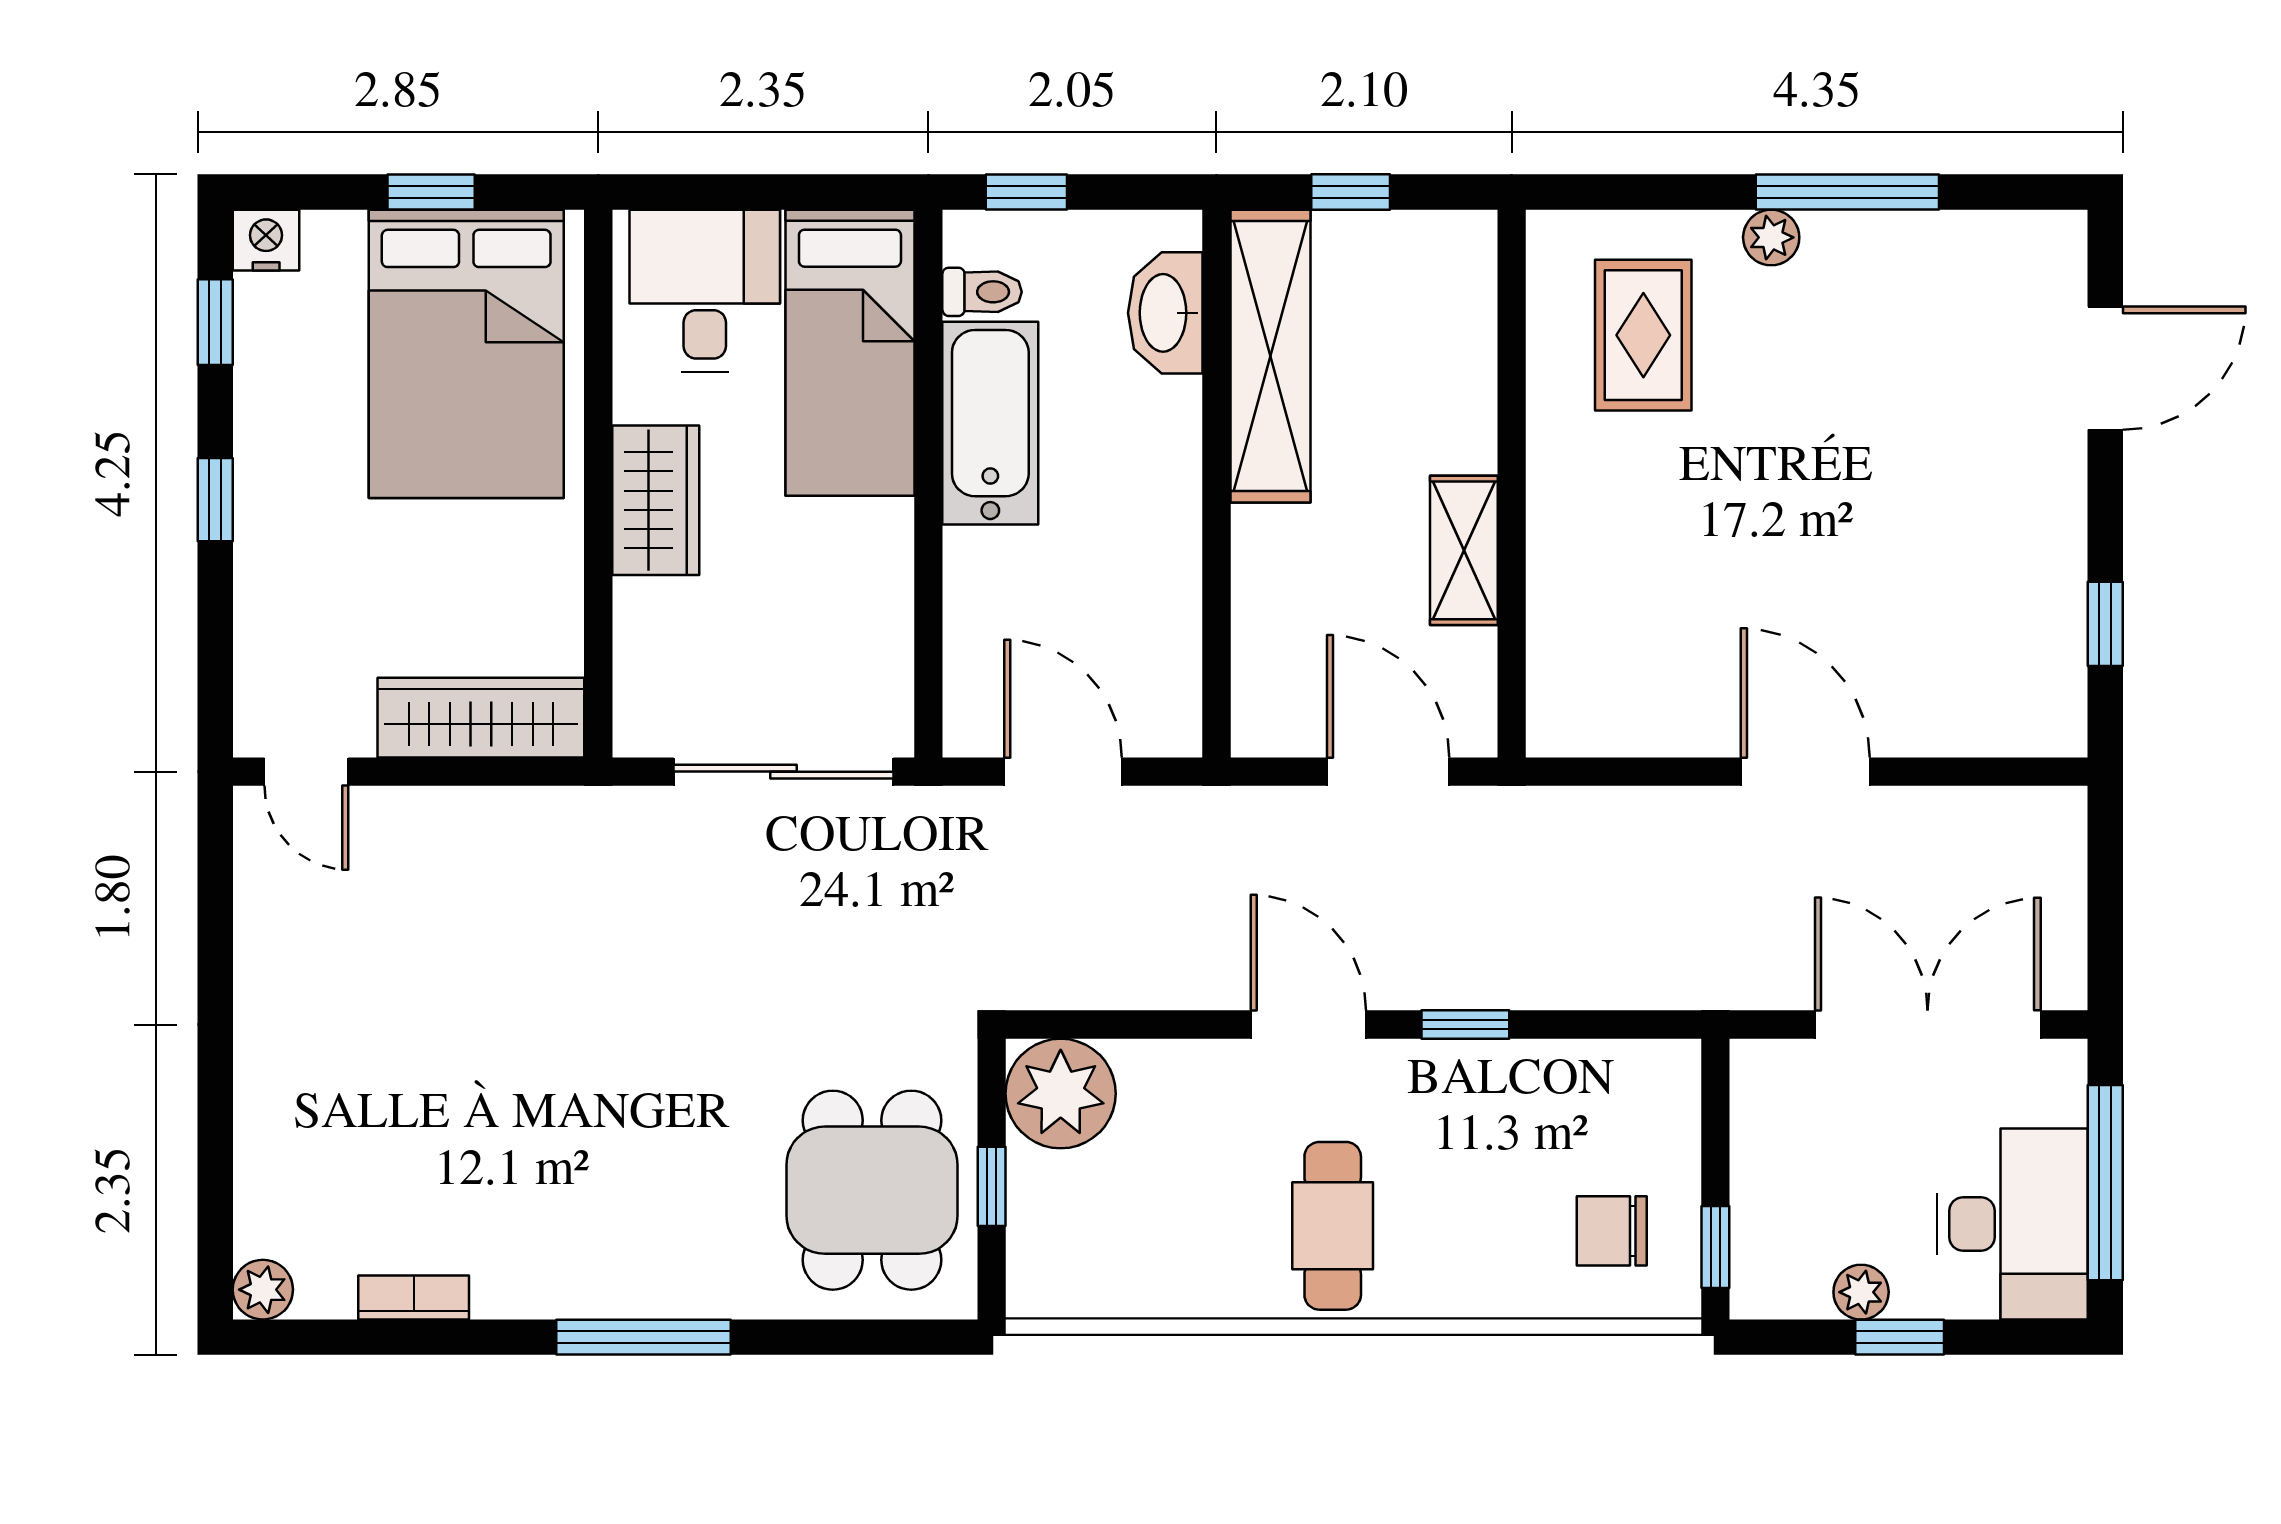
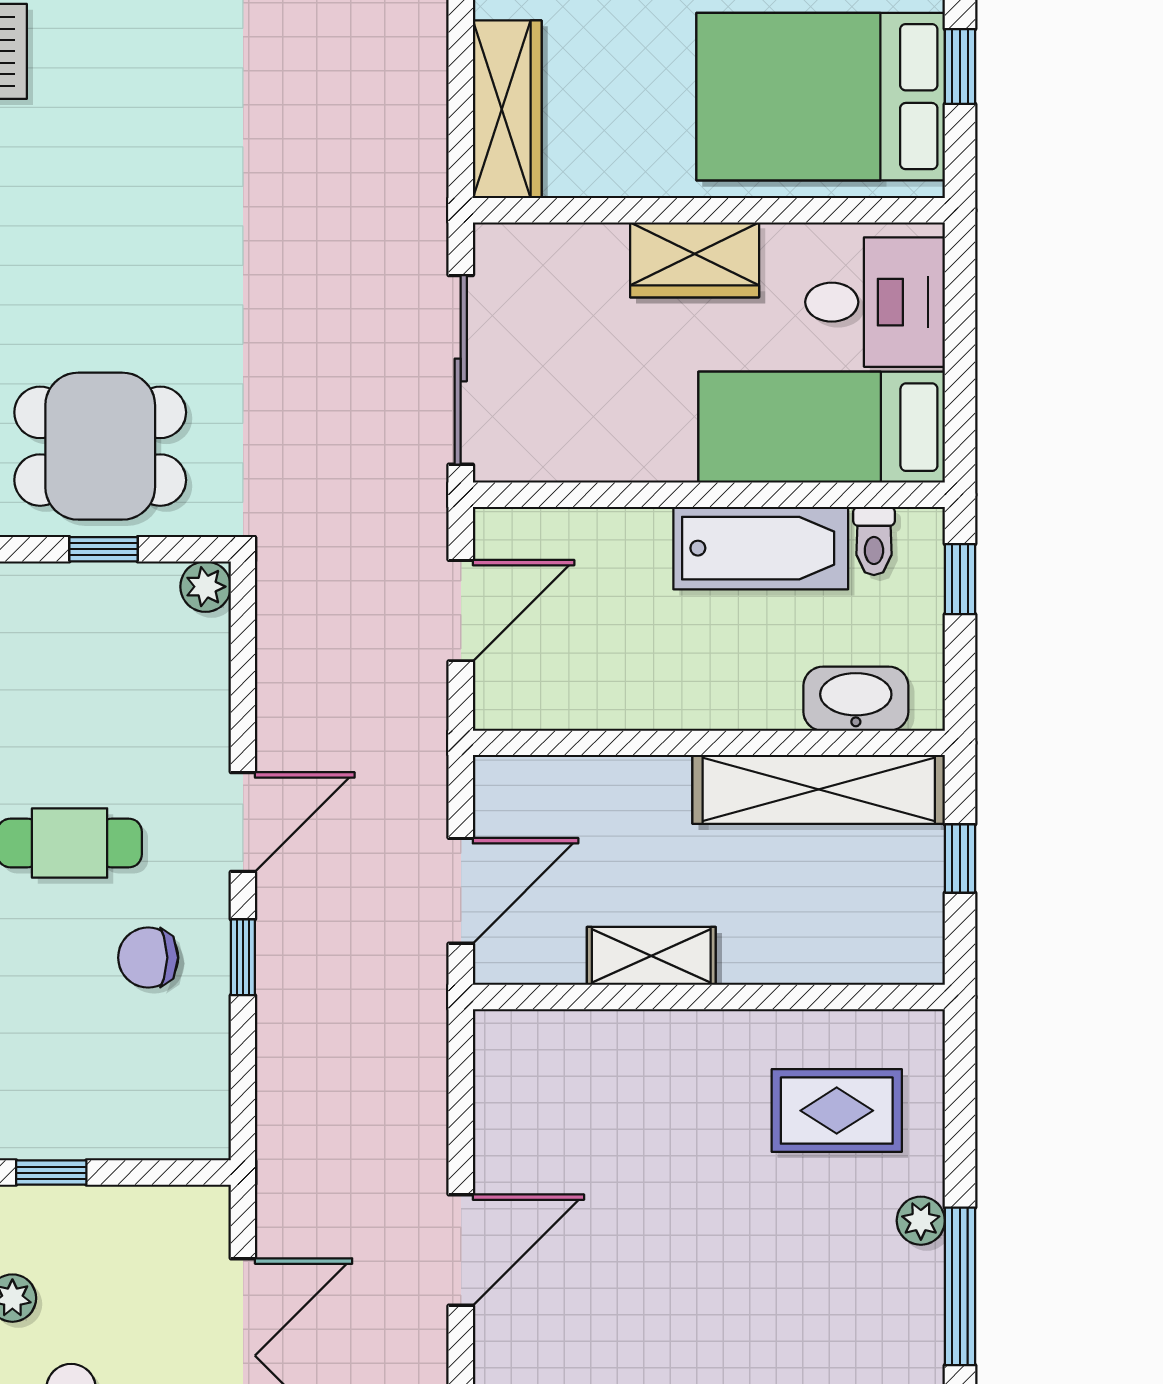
plant: (1061, 1094) -> (206, 587), width x0.53, depth x0.53
chair: (1612, 1231) -> (148, 958), moved, turned -90

